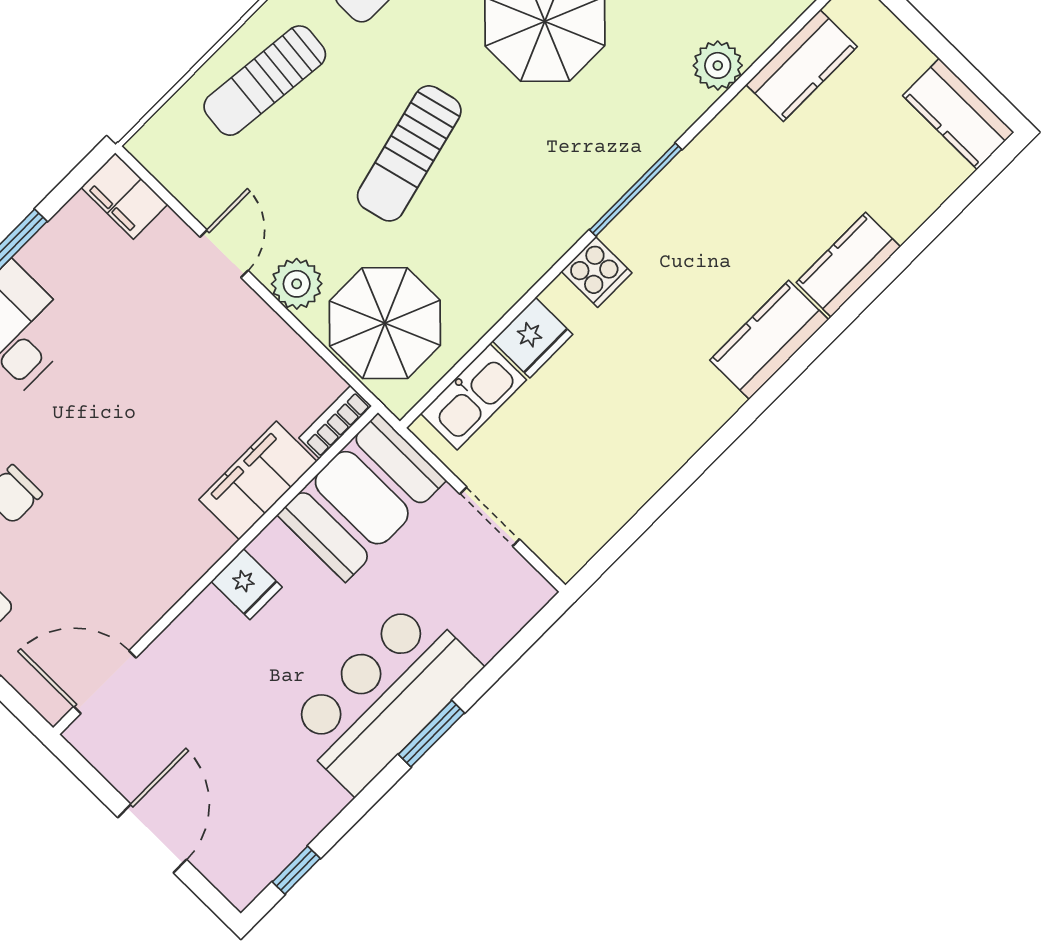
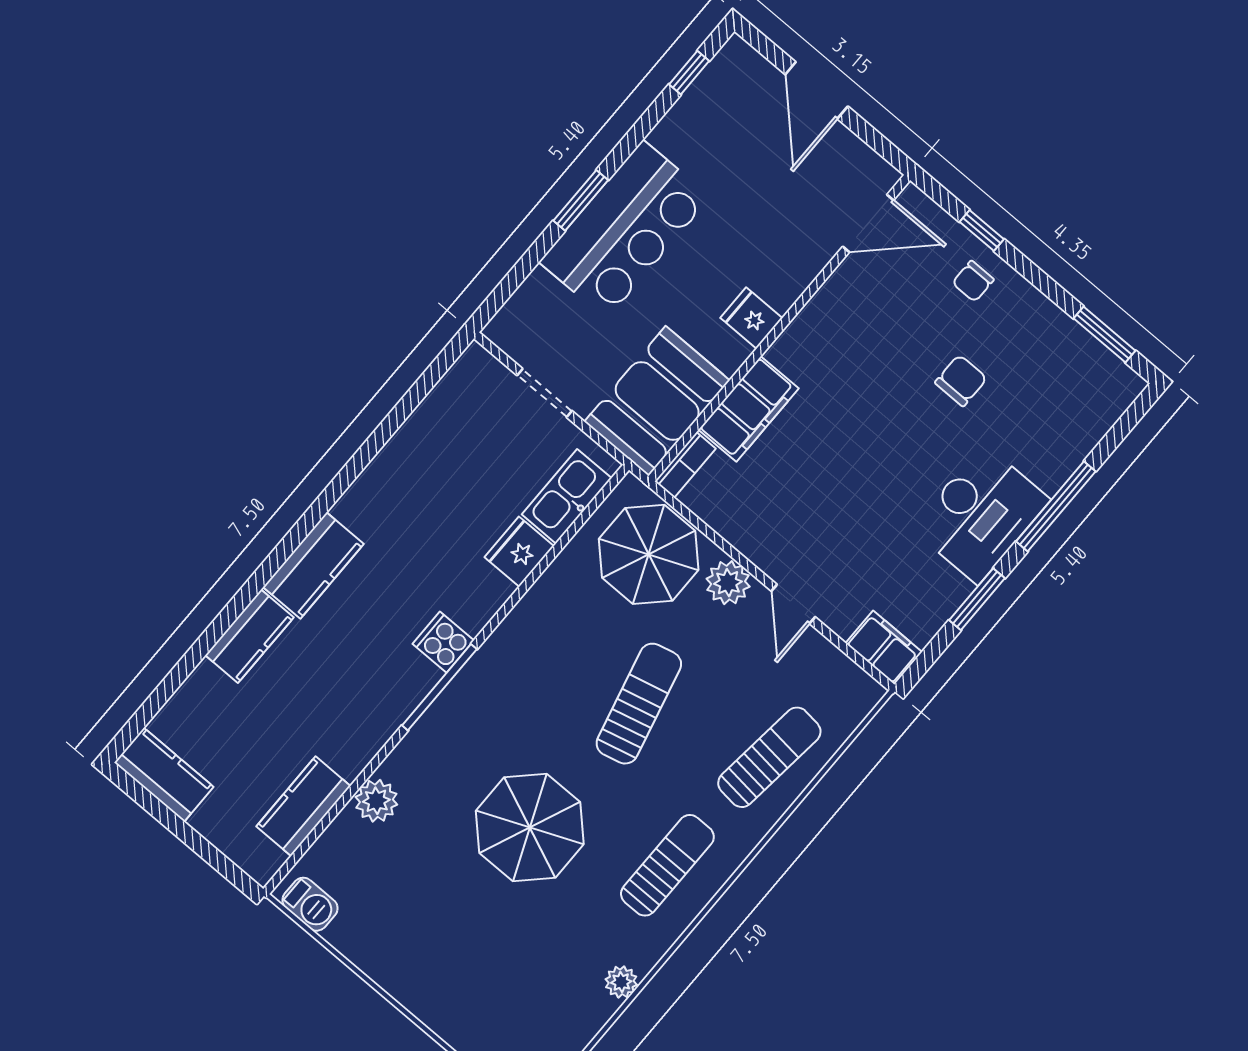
cooker: (597, 272) -> (443, 642), moved

